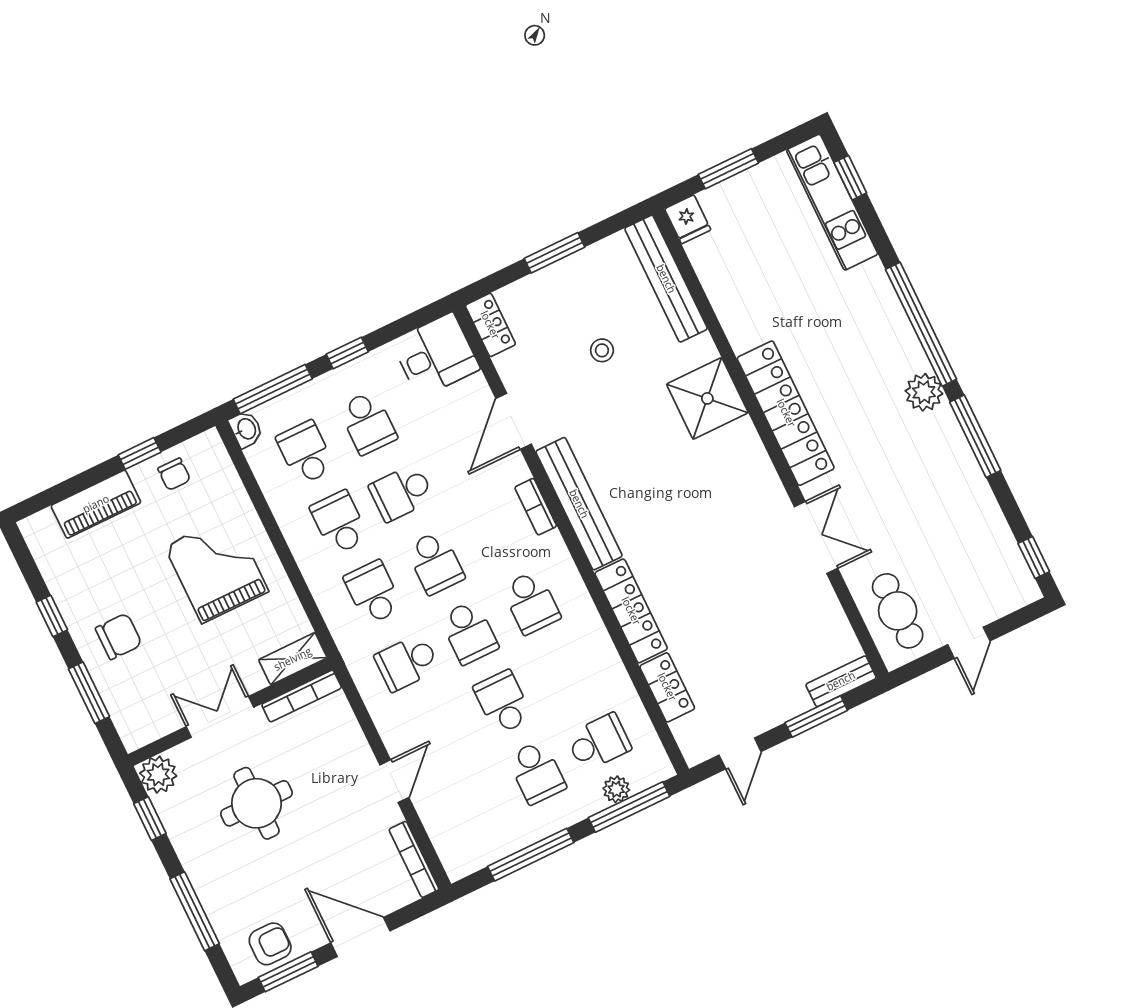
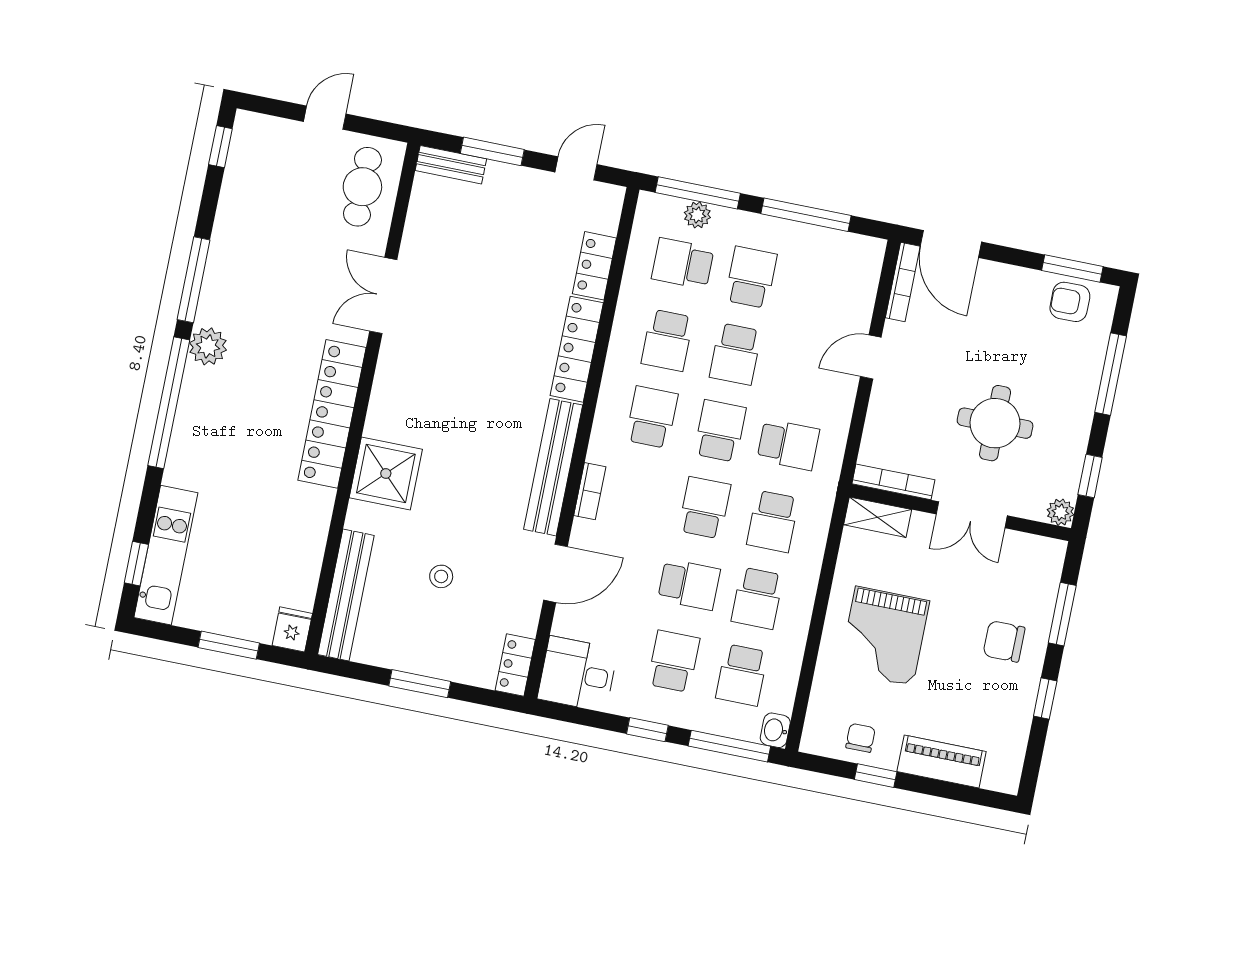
school desk: (565, 672) -> (667, 340), added
plant: (158, 775) -> (1060, 512), width x0.73, depth x0.73
door: (360, 937) -> (951, 244), moved

